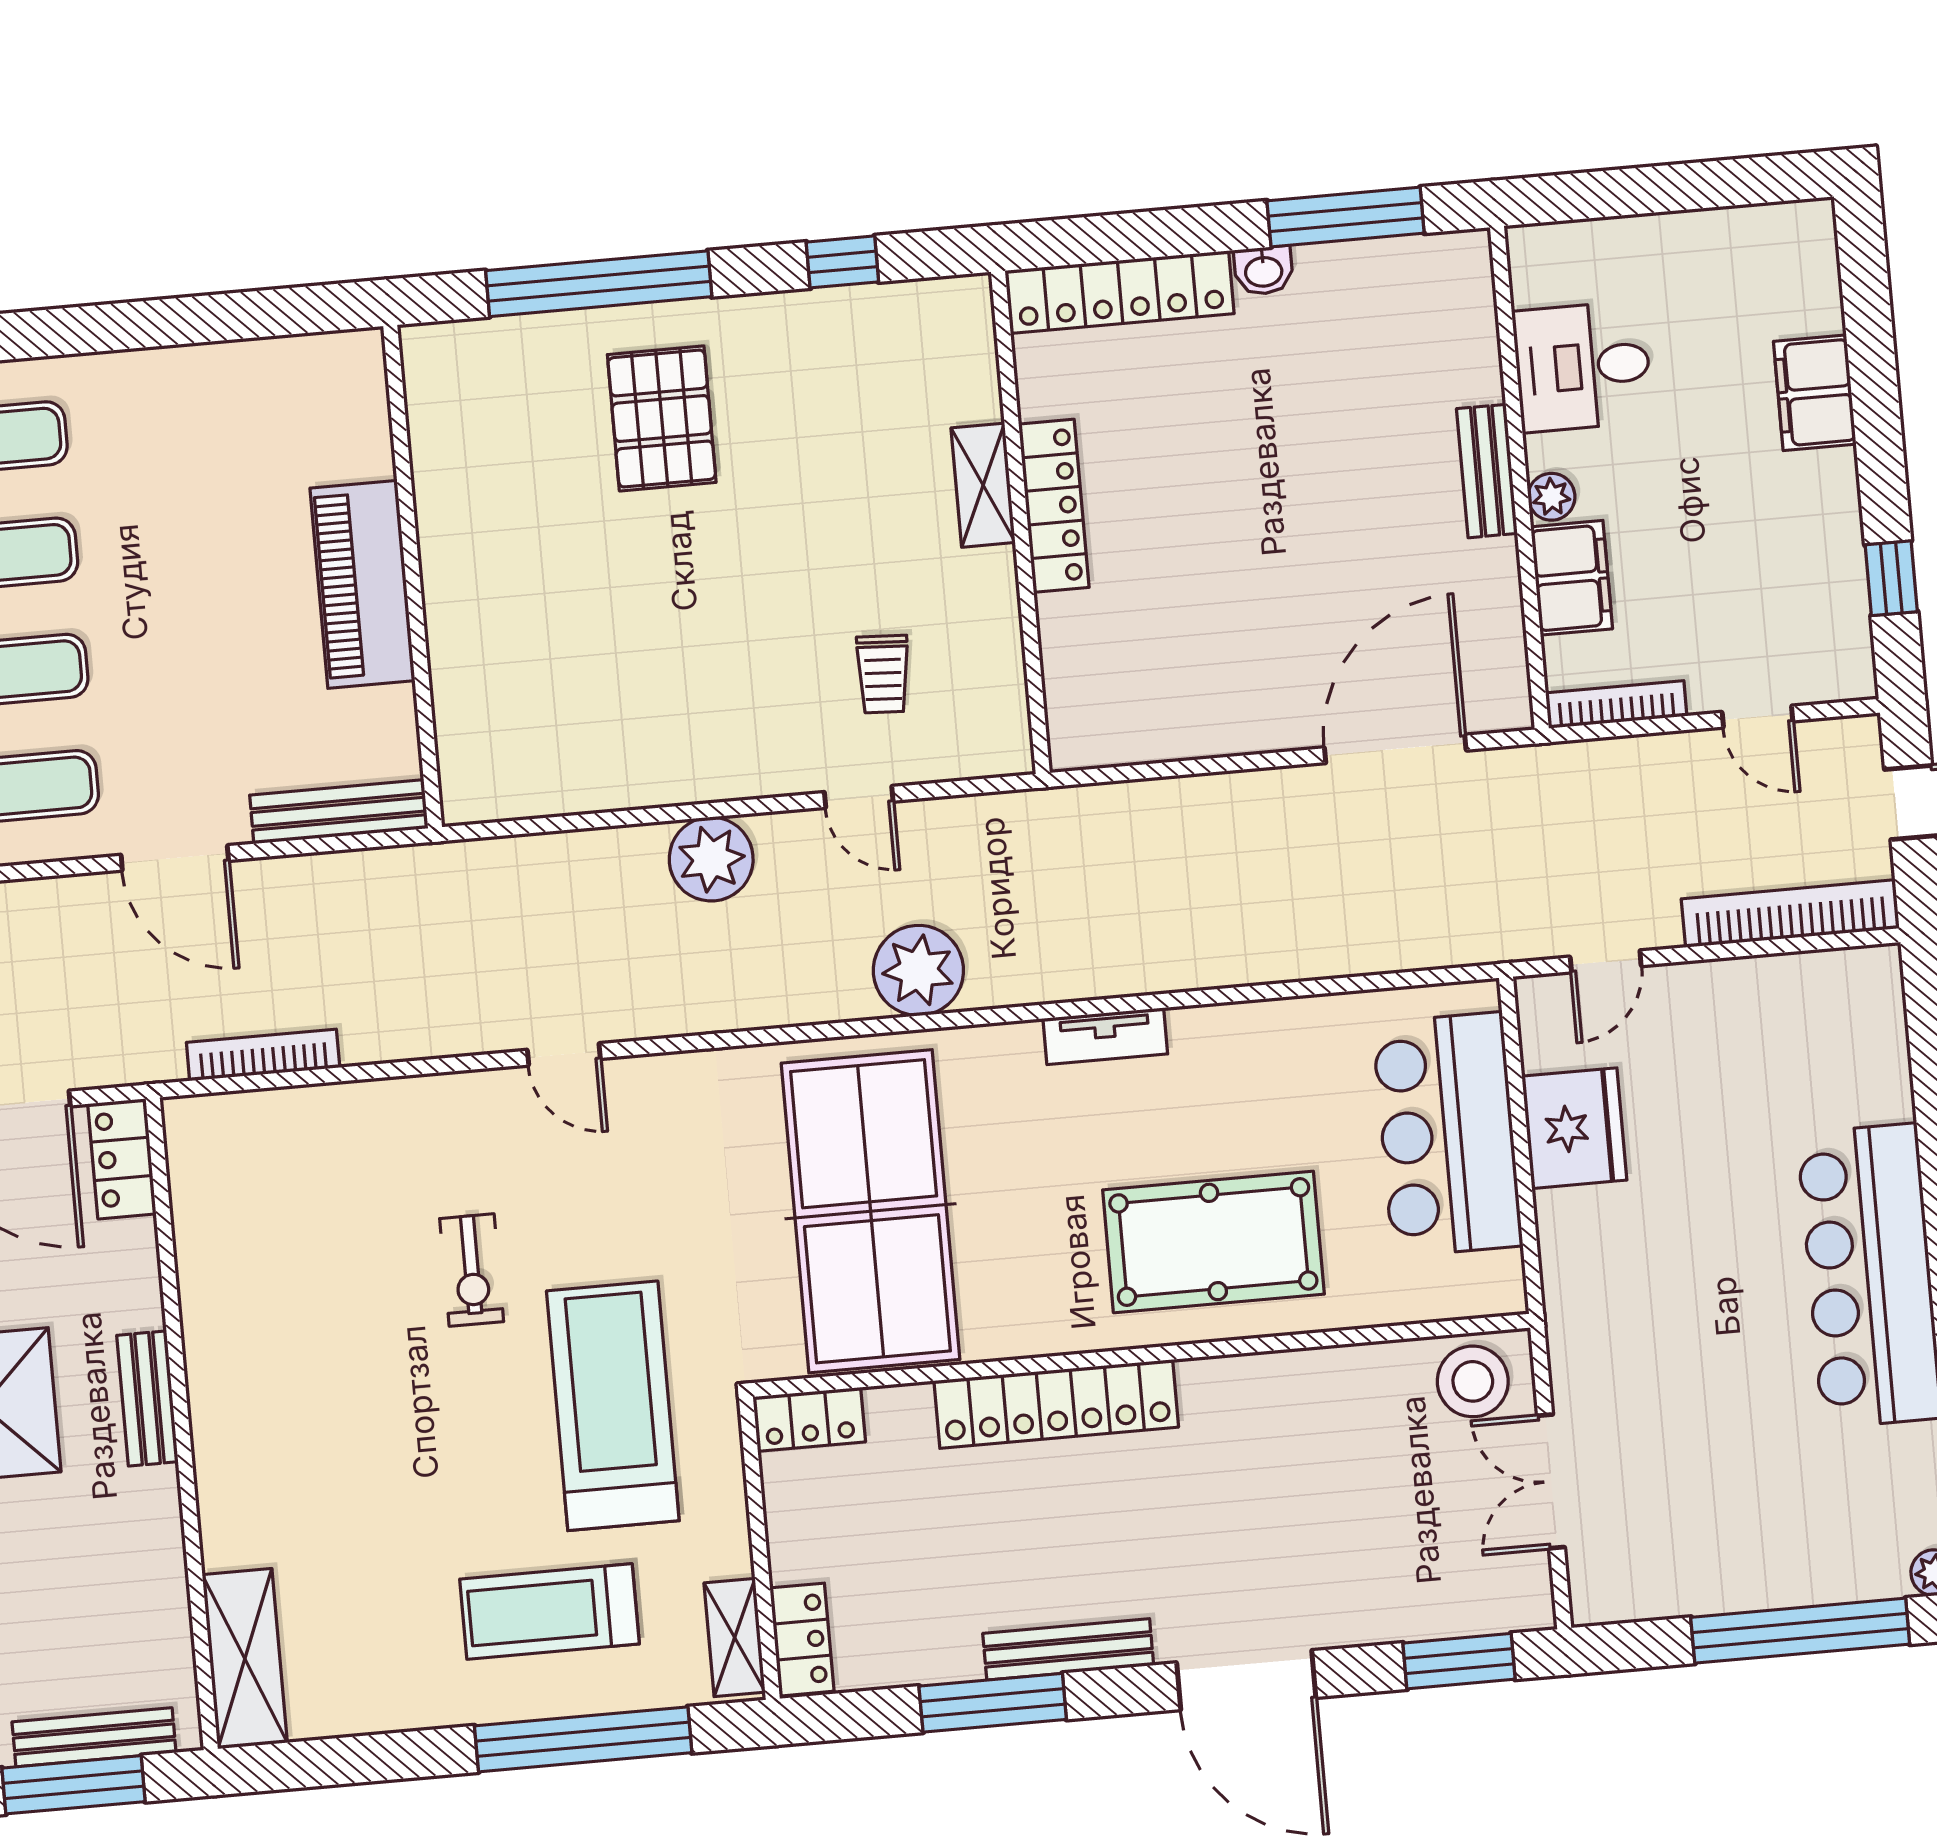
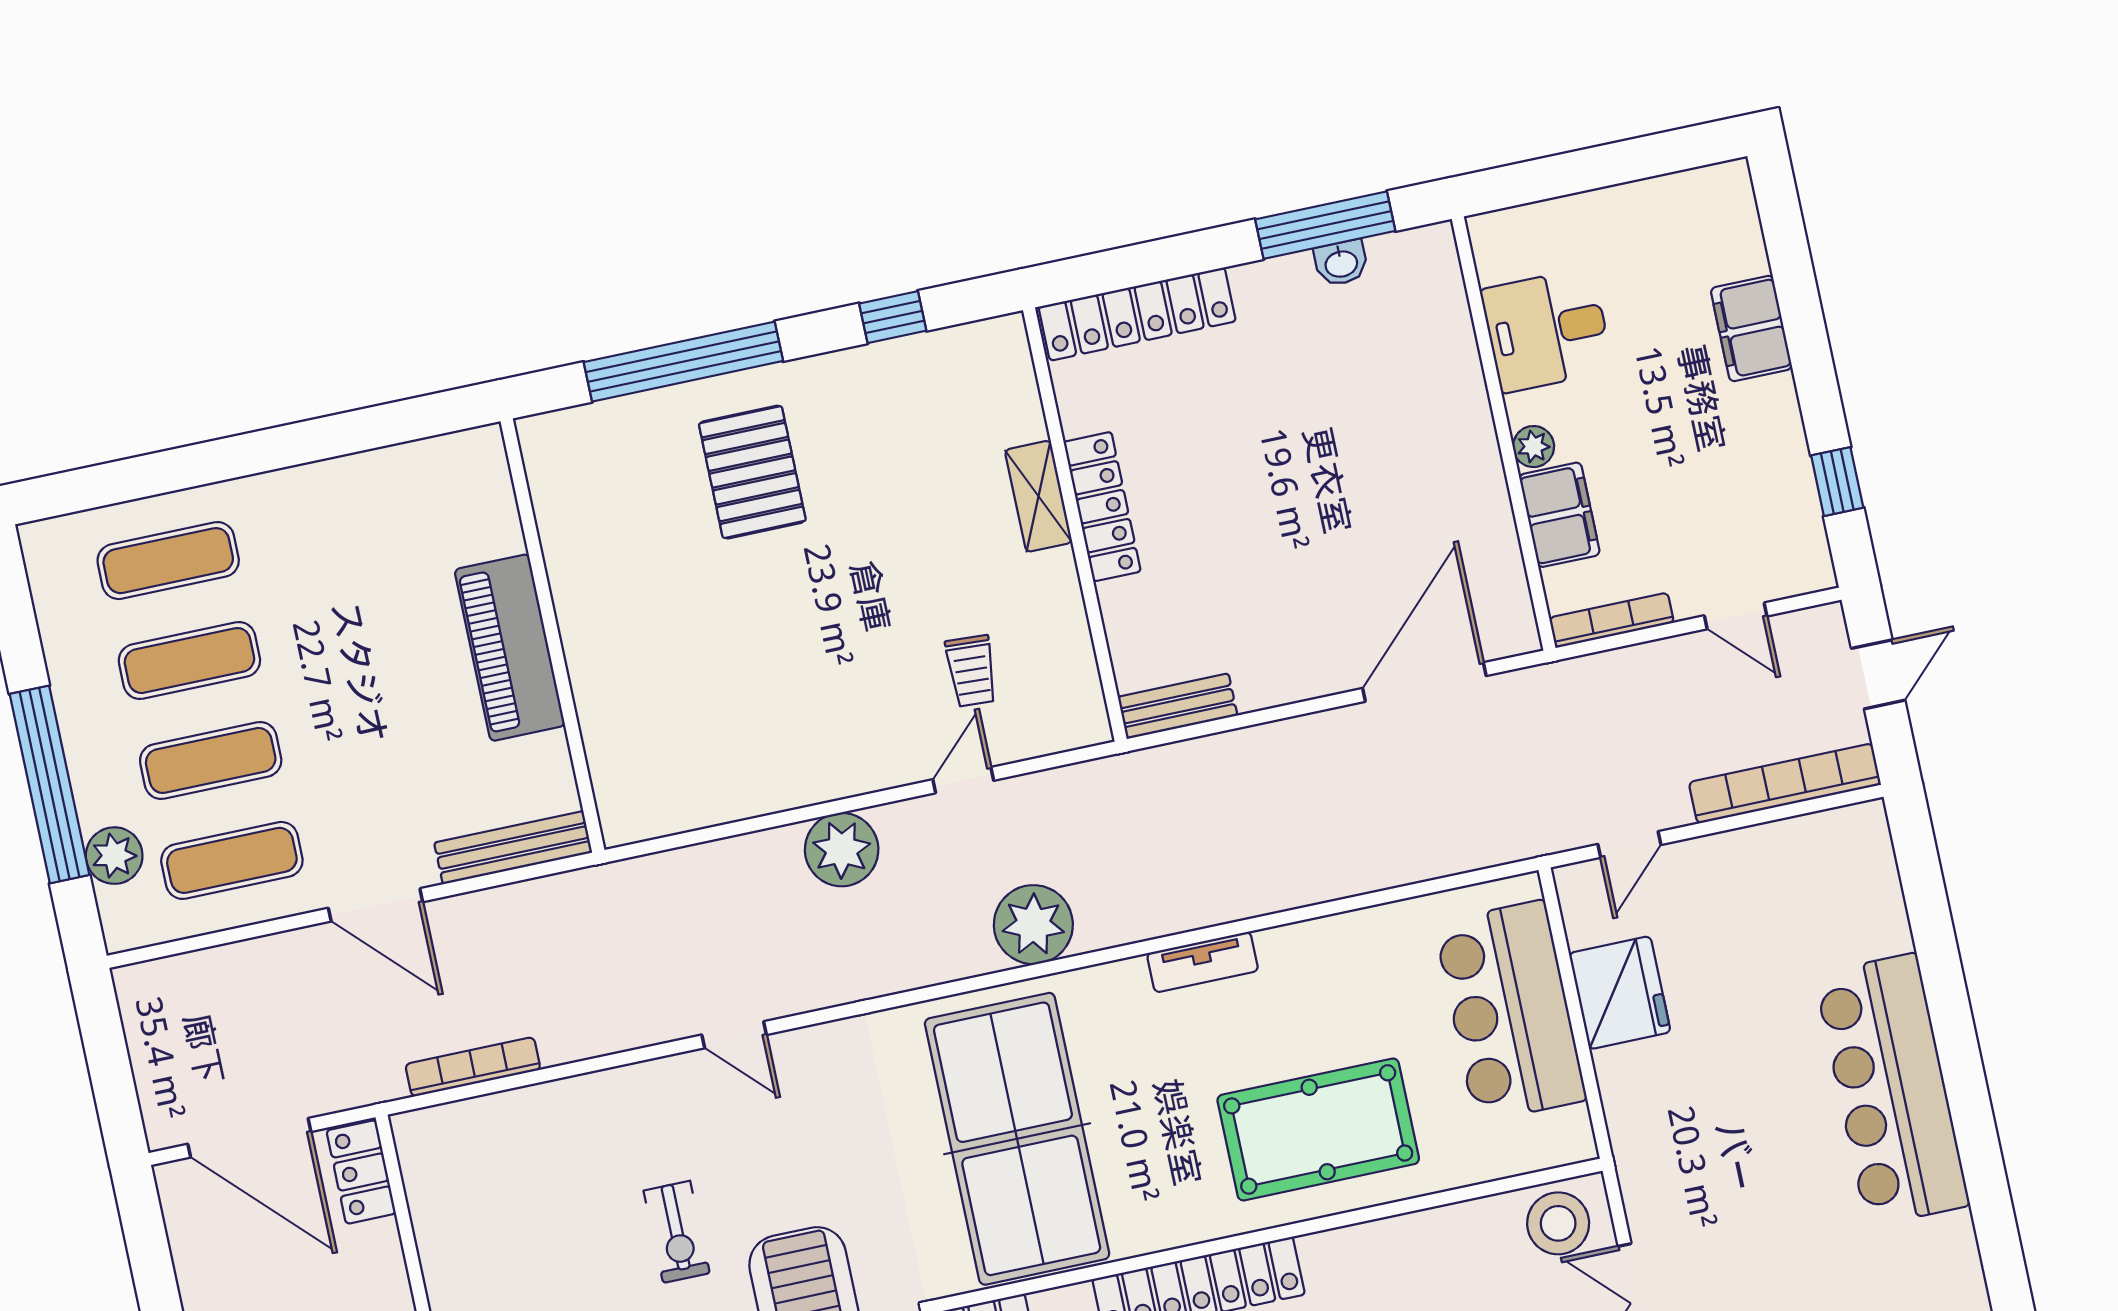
washbasin: (1264, 271) -> (1341, 263), moved
bench: (1487, 471) -> (1178, 706), moved, turned 90
door: (859, 797) -> (963, 780), swing flipped

